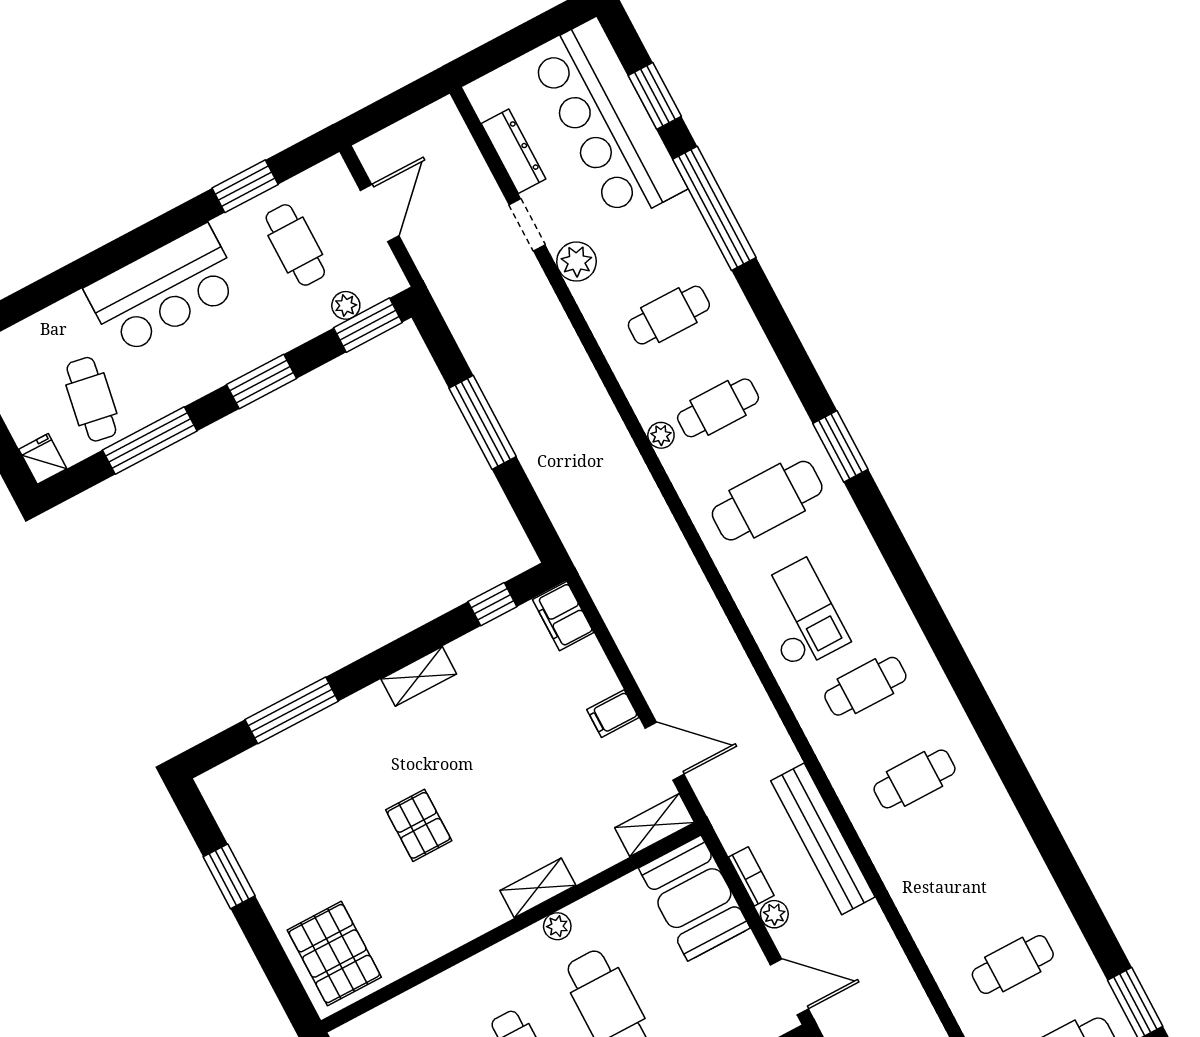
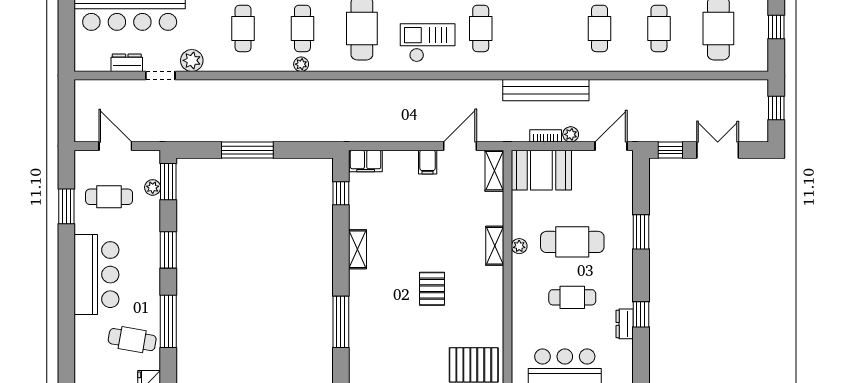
dresser: (513, 151) -> (127, 63), width x0.70
cafe table: (914, 779) -> (600, 28), moved
pallet: (419, 825) -> (432, 289), turned 90

